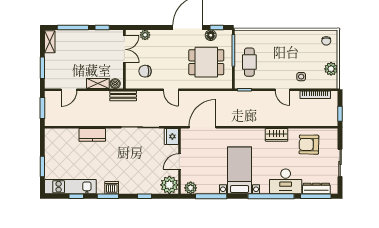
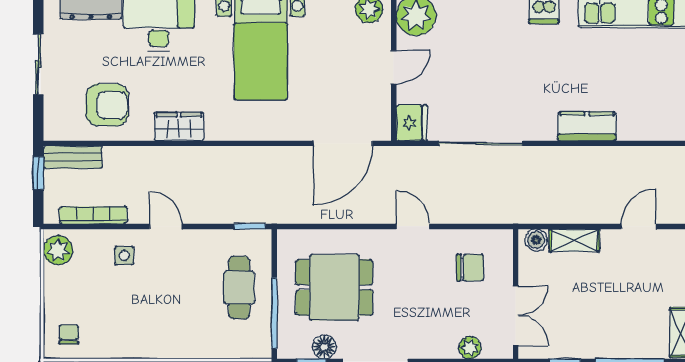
double door: (124, 49) -> (516, 316), swing flipped
plant: (331, 69) -> (58, 250), moved
bench: (123, 96) -> (73, 157), moved

